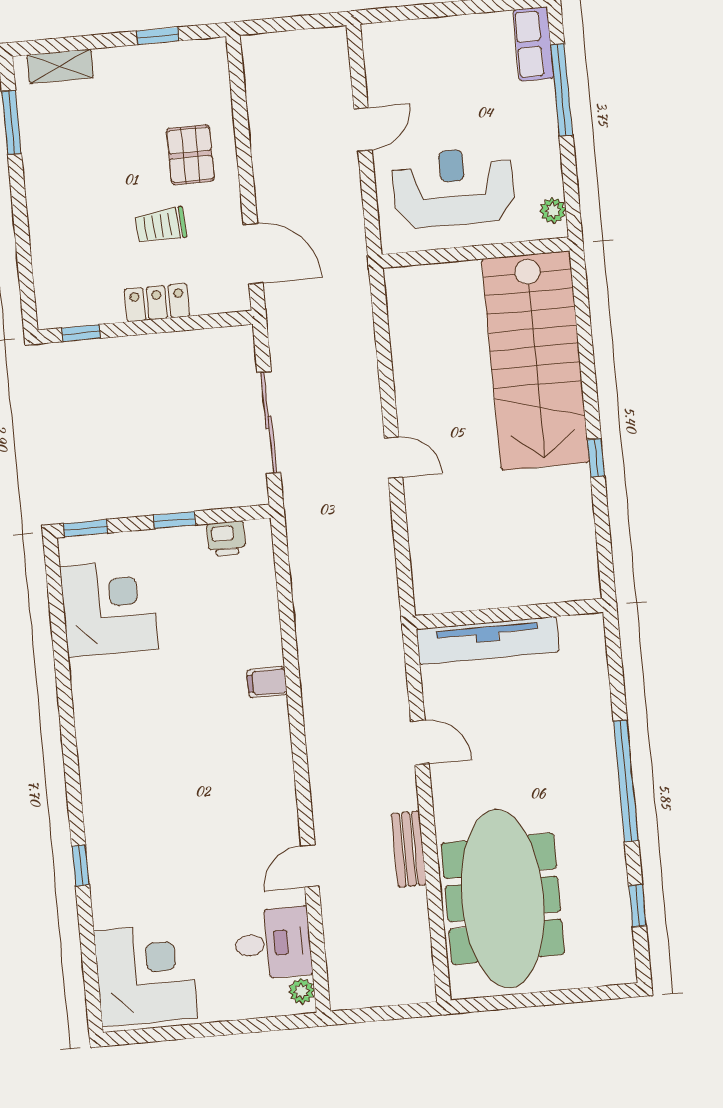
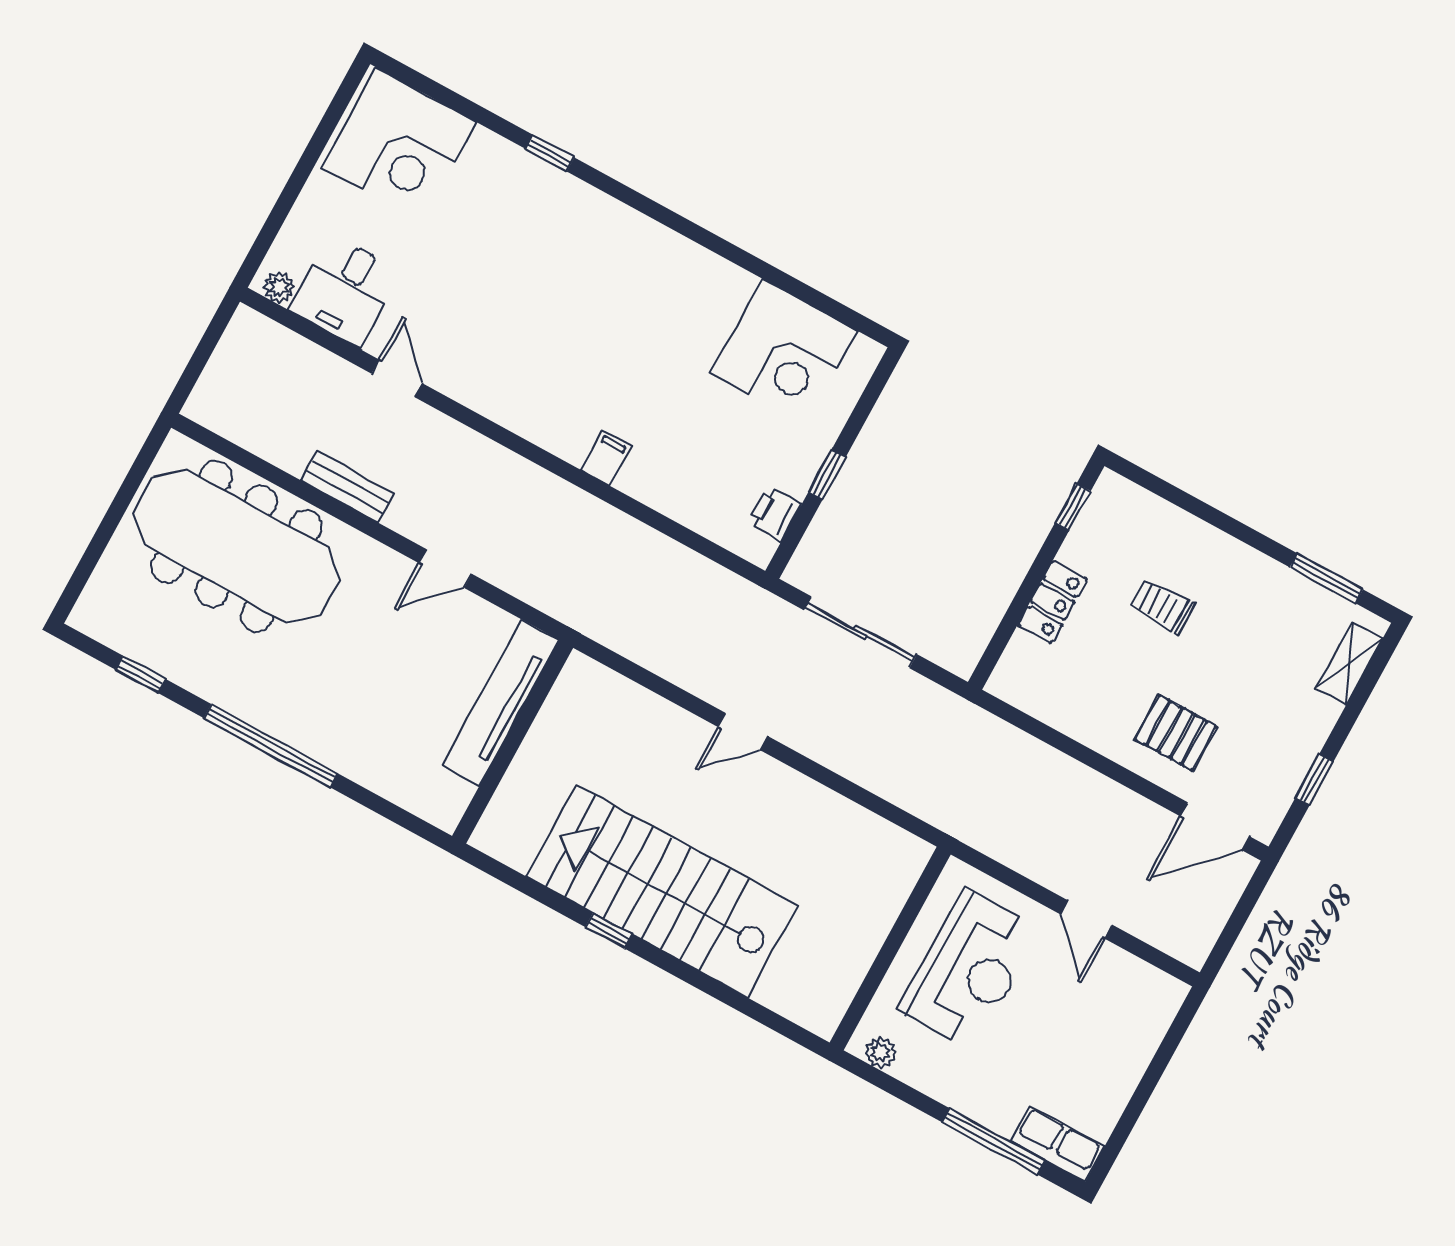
trolley: (161, 225) -> (1162, 606), moved, turned -86
door: (253, 254) -> (1215, 826), moved
stairs: (536, 361) -> (662, 891), moved
window: (86, 528) -> (878, 382), removed

